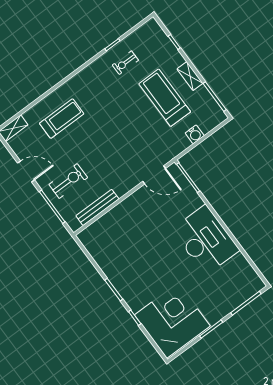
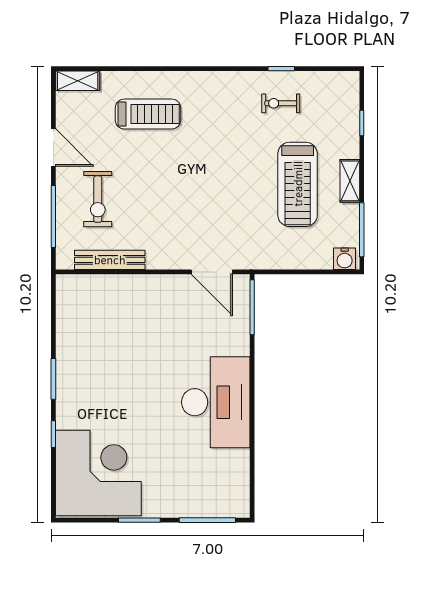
treadmill: (165, 98) -> (298, 184), turned 180
water cooler: (195, 134) -> (345, 259), moved
exercise bike: (68, 181) -> (98, 199), turned 90

